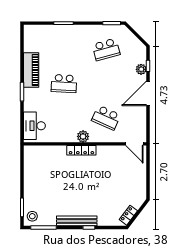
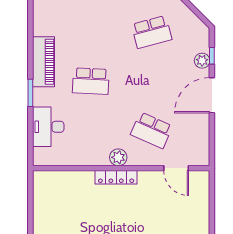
desk: (34, 126) -> (48, 127), moved
door: (134, 144) -> (176, 168), moved

